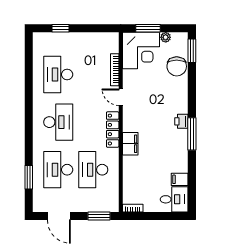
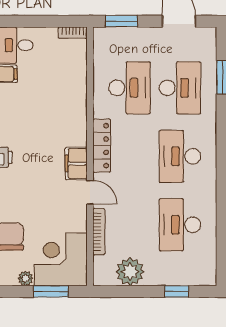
plant: (93, 42) -> (130, 272), added
desk: (58, 74) -> (180, 225), turned 180
filing cabinet: (130, 144) -> (76, 163), moved

